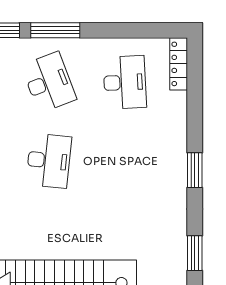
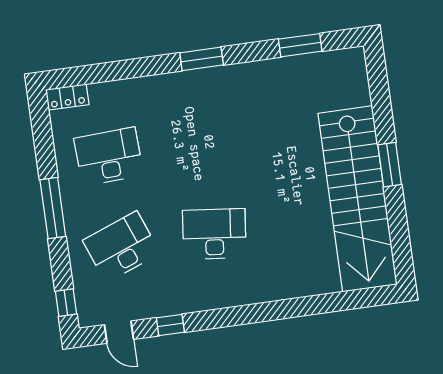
window: (55, 30) -> (53, 208), moved
locker: (179, 64) -> (67, 97), width x0.66

